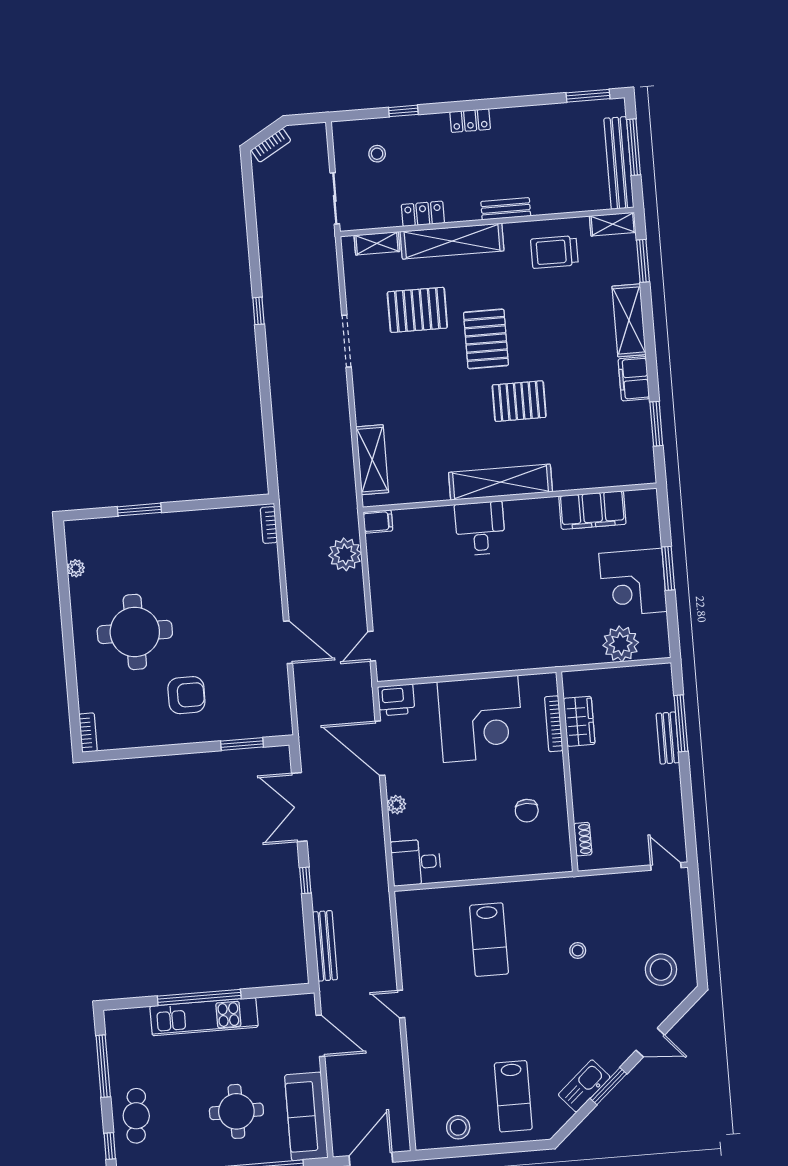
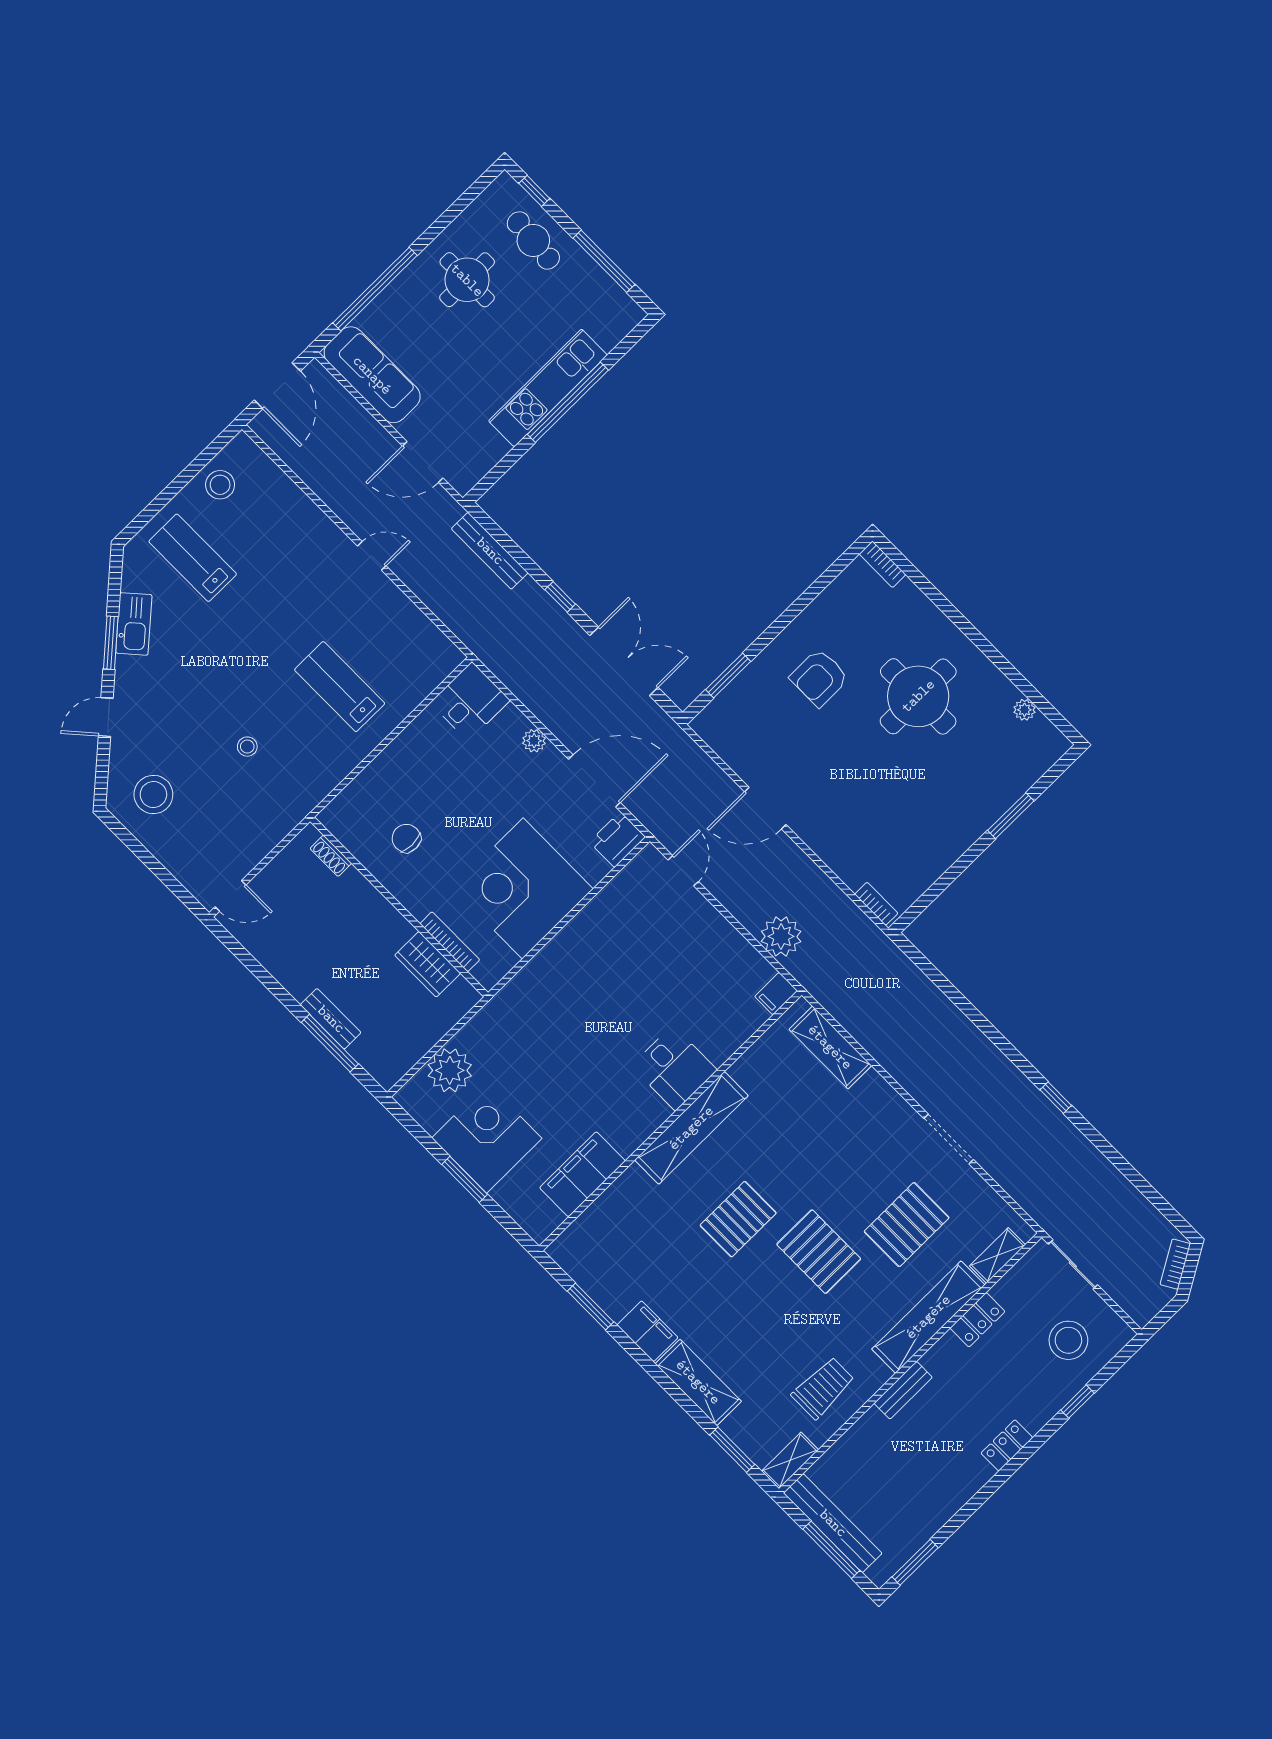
stool: (377, 154) -> (1068, 1340), width x1.89, depth x1.89
round table: (236, 1111) -> (467, 280), moved

